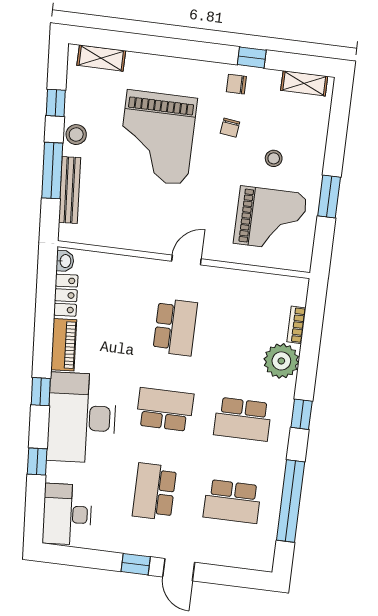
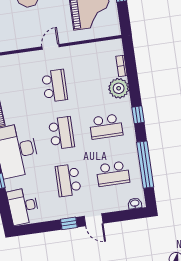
school desk: (165, 409) -> (61, 133), turned 90
washbasin: (255, 561) -> (135, 203), added

